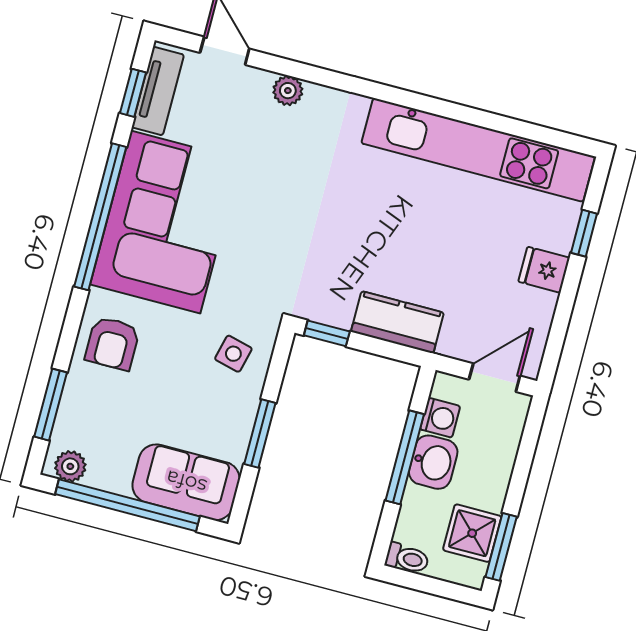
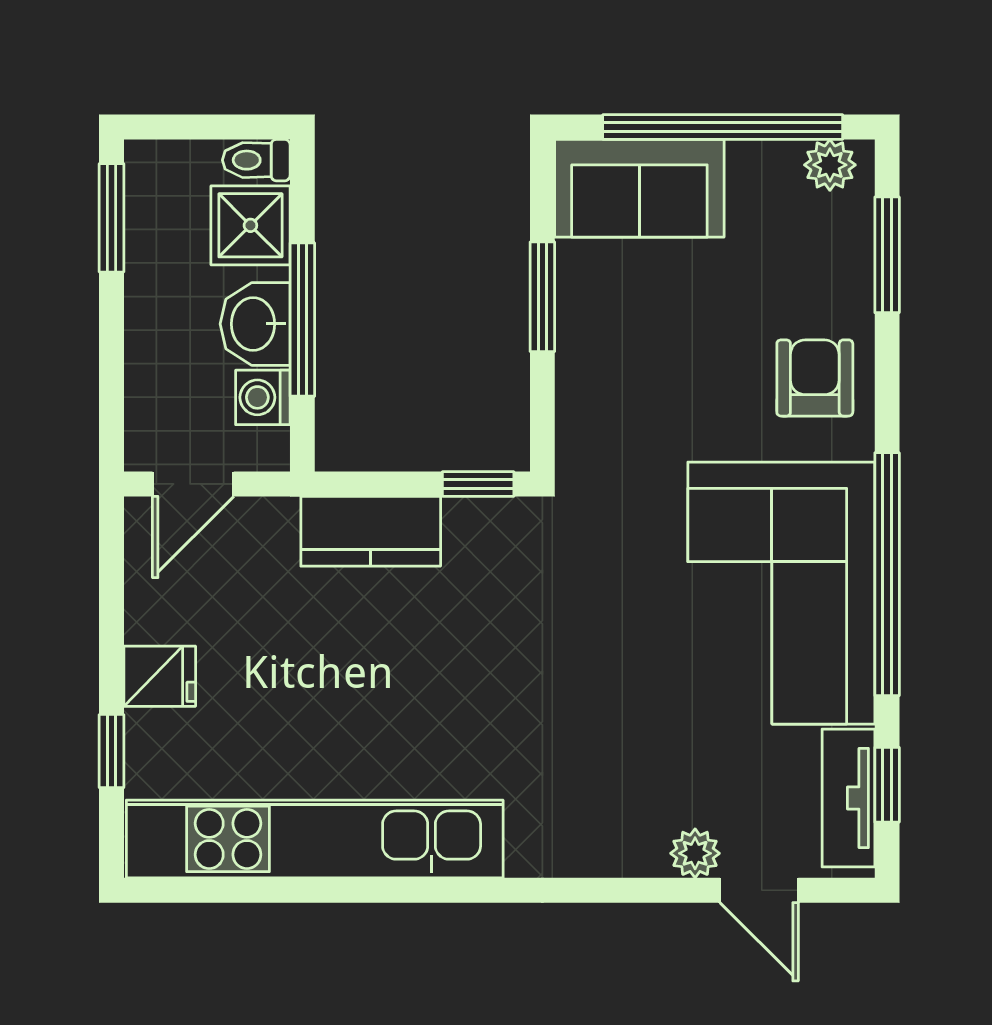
plant: (288, 91) -> (695, 853), moved
side table: (233, 354) -> (618, 412), removed
shower: (472, 533) -> (250, 225), moved

